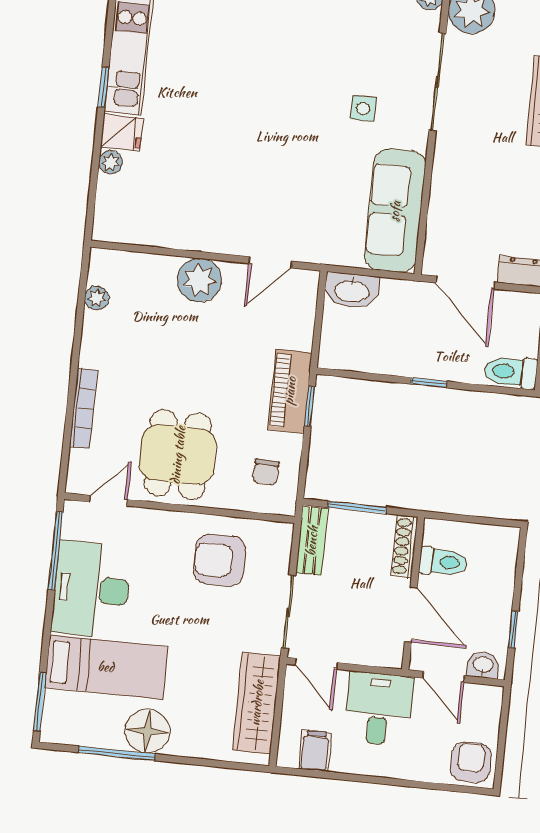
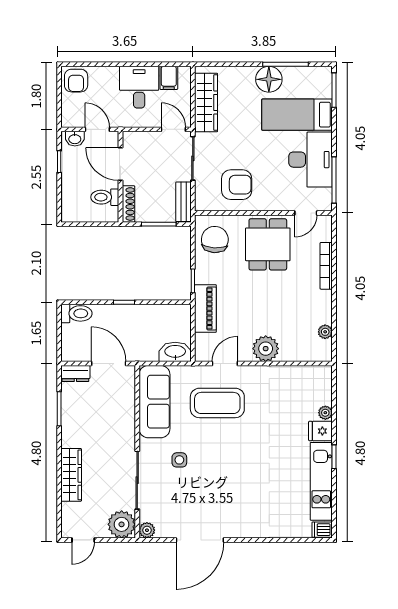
coffee table: (290, 197) -> (217, 403), added
piano: (290, 391) -> (205, 309), moved
chair: (266, 472) -> (215, 240), width x1.87, depth x1.87
desk: (379, 709) -> (139, 87), moved, turned 180

